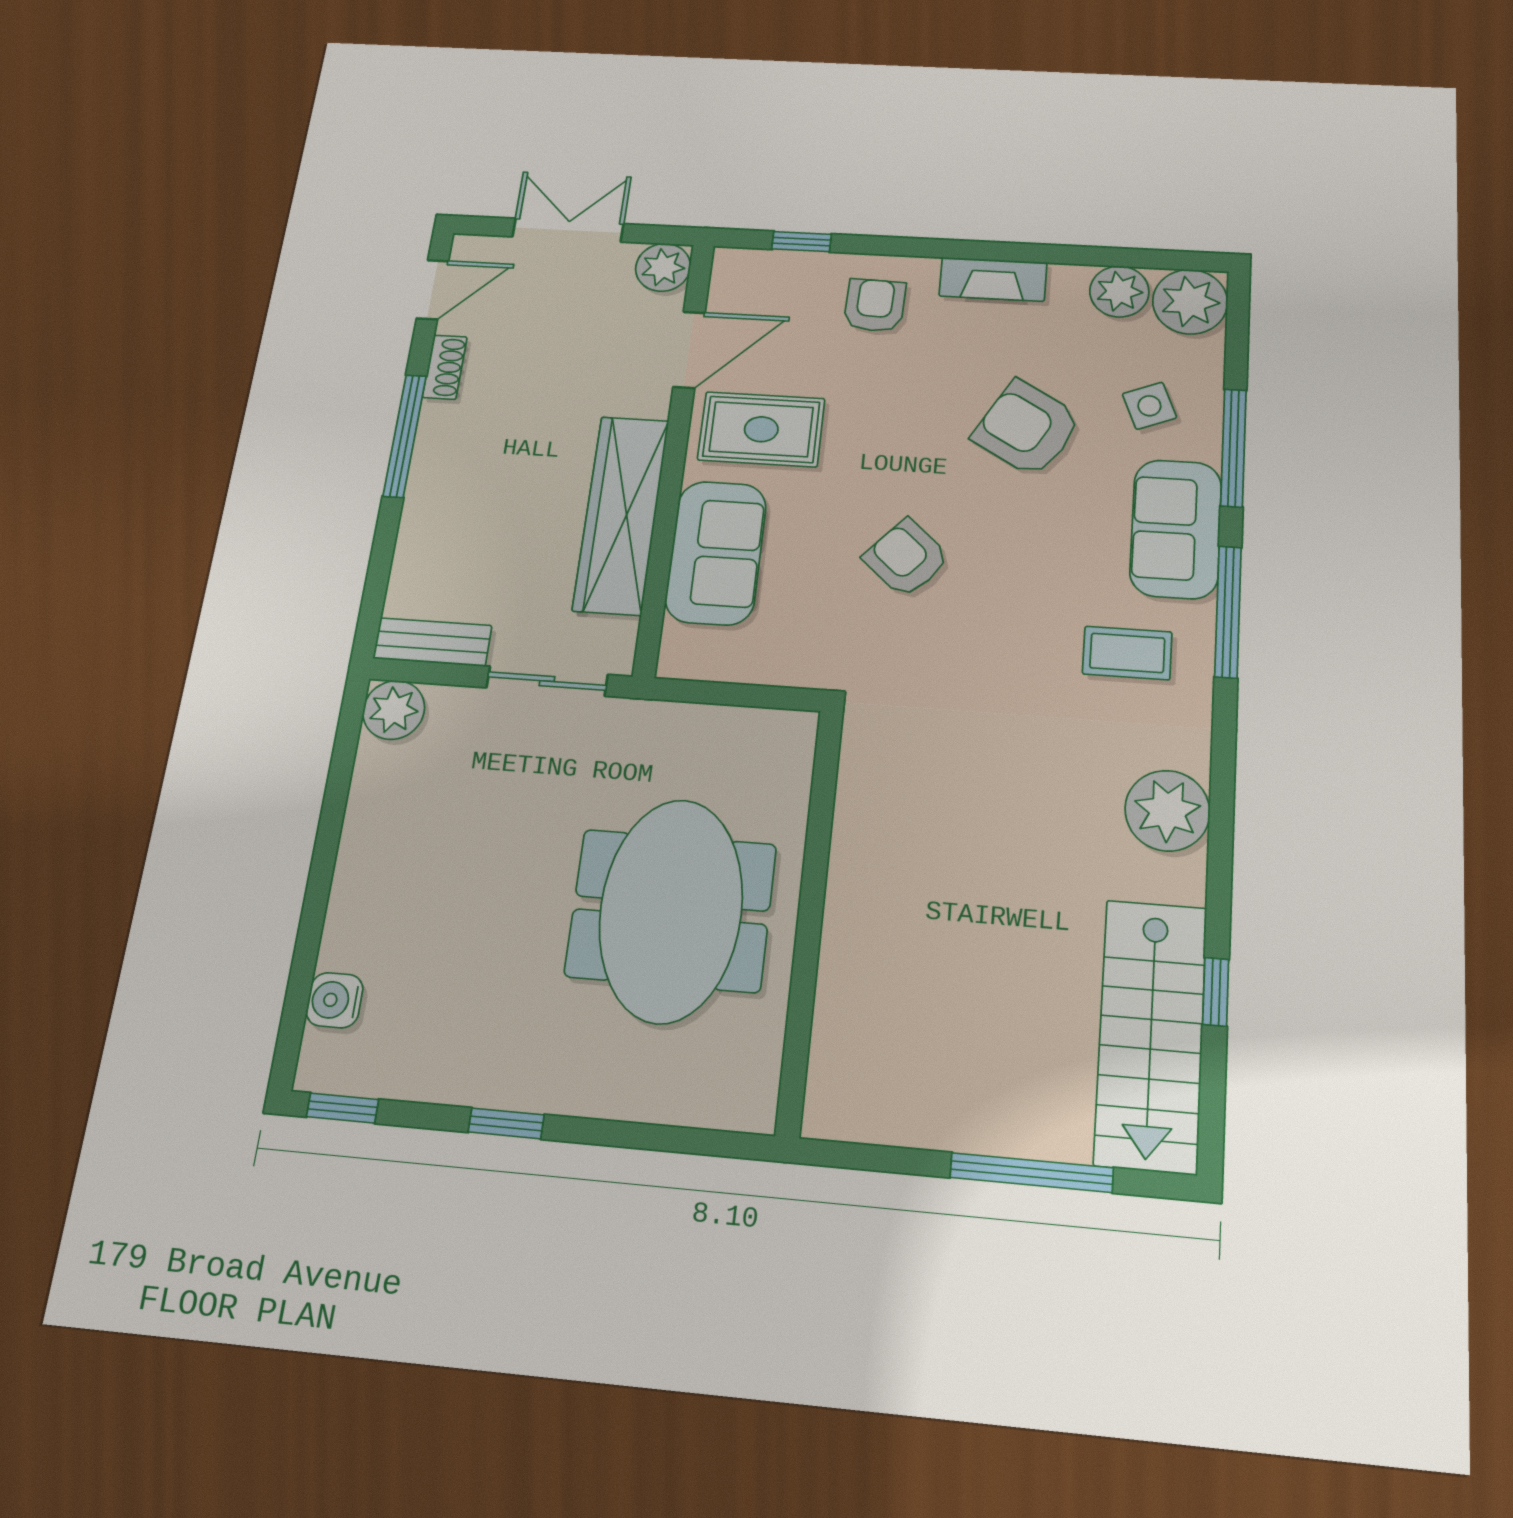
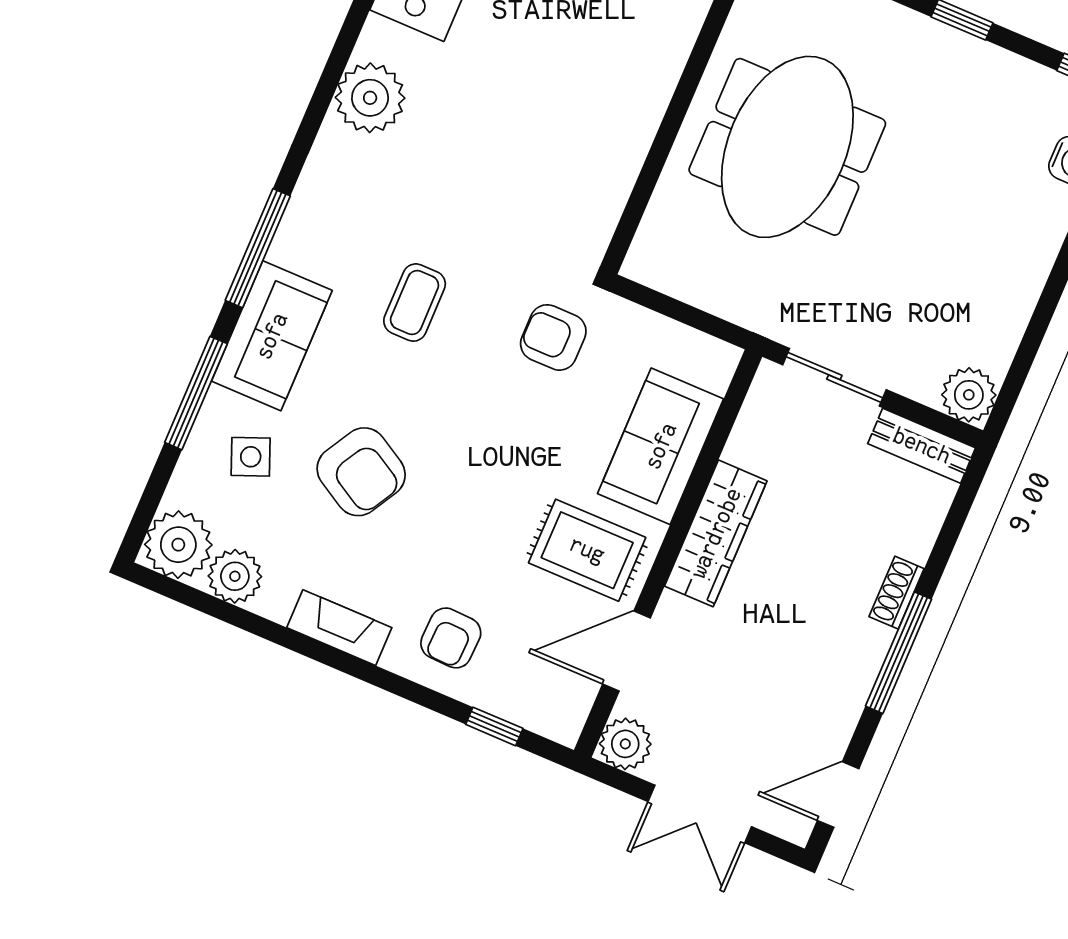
shoe rack: (445, 367) -> (897, 593), moved
wardrobe: (621, 515) -> (716, 533), width x0.71, depth x0.85
armchair: (906, 558) -> (553, 337), moved, turned 138
coffee table: (1127, 653) -> (415, 303), moved, turned 90

